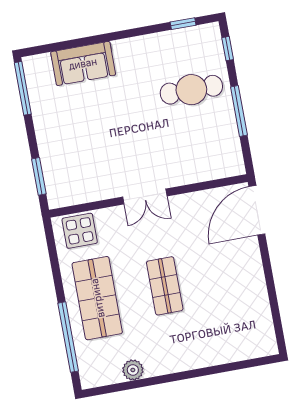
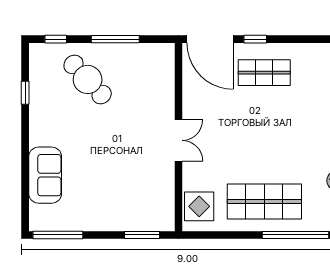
window: (183, 24) -> (25, 93), moved
cafe table: (191, 90) -> (88, 79), turned -43
window: (266, 258) -> (255, 39), added
shop shelf: (165, 286) -> (264, 73), moved

